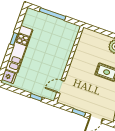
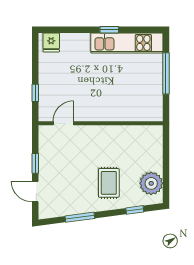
kitchen unit: (19, 49) -> (127, 43), moved
door: (61, 87) -> (63, 123), hinge flipped

